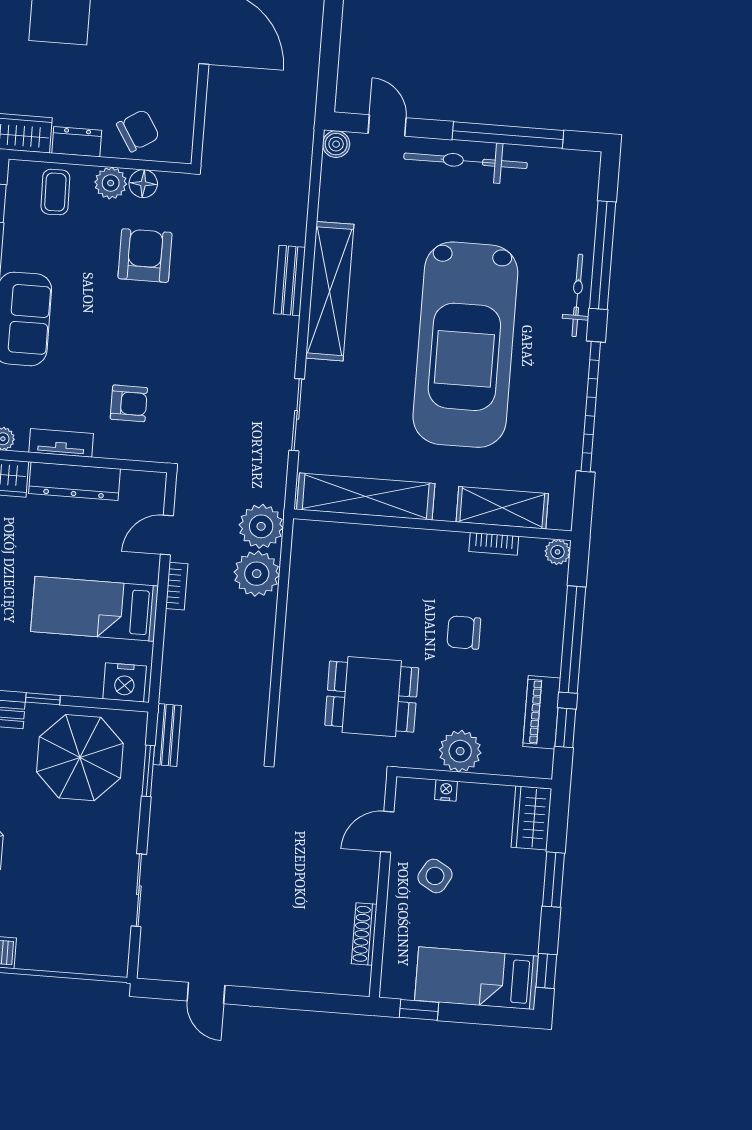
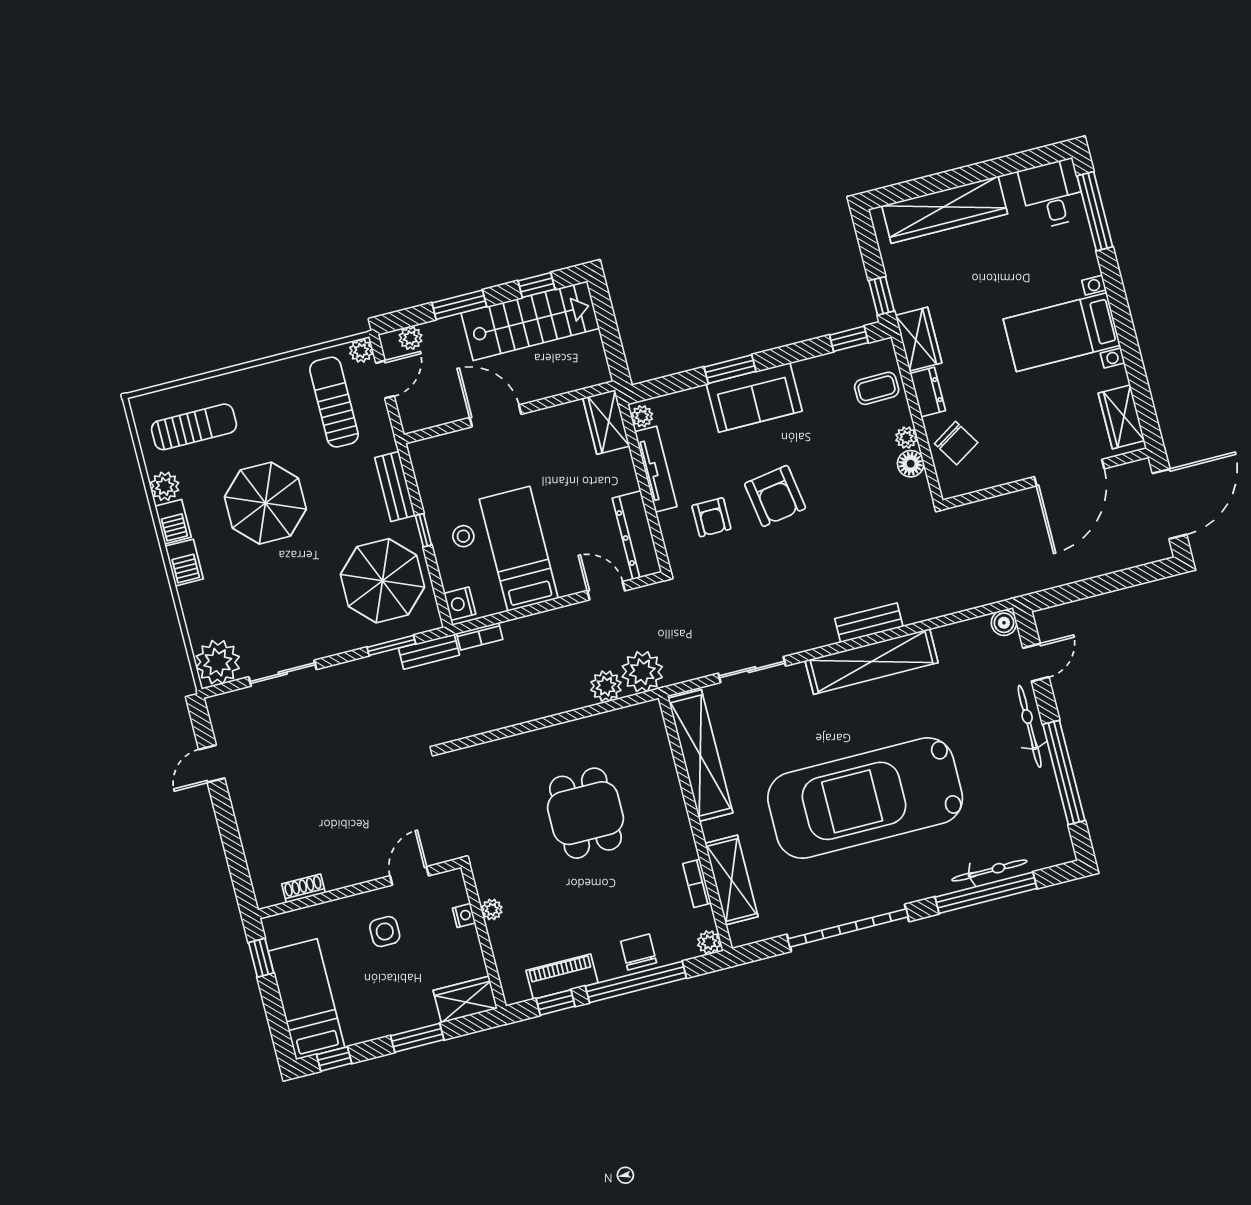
bicycle: (466, 161) -> (1030, 726), width x0.73, depth x0.71
plant: (111, 183) -> (906, 438), width x0.73, depth x0.73
armchair: (145, 256) -> (775, 496), moved, turned 81
bicycle: (577, 295) -> (989, 870), moved
tv unit: (61, 443) -> (656, 469), width x1.41
dresser: (75, 481) -> (637, 535), moved
plant: (257, 574) -> (606, 686), width x0.73, depth x0.73
bookcase: (177, 586) -> (480, 636), moved
chair: (464, 633) -> (639, 952), moved
stool: (63, 660) -> (463, 536), added
nightstand: (125, 682) -> (460, 604), width x0.74, depth x0.75
dining table: (372, 697) -> (586, 813), moved
plant: (460, 751) -> (492, 909), width x0.53, depth x0.53
door: (387, 832) -> (409, 876), hinge flipped
side table: (435, 876) -> (385, 932), turned -30
shoe rack: (364, 934) -> (303, 888), width x0.70
plant: (105, 952) -> (218, 662), added

